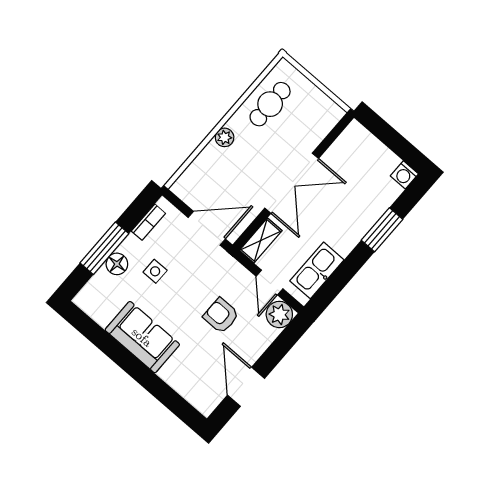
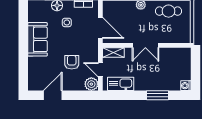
double door: (292, 183) -> (145, 45), width x0.73
door: (269, 283) -> (100, 70), hinge flipped

